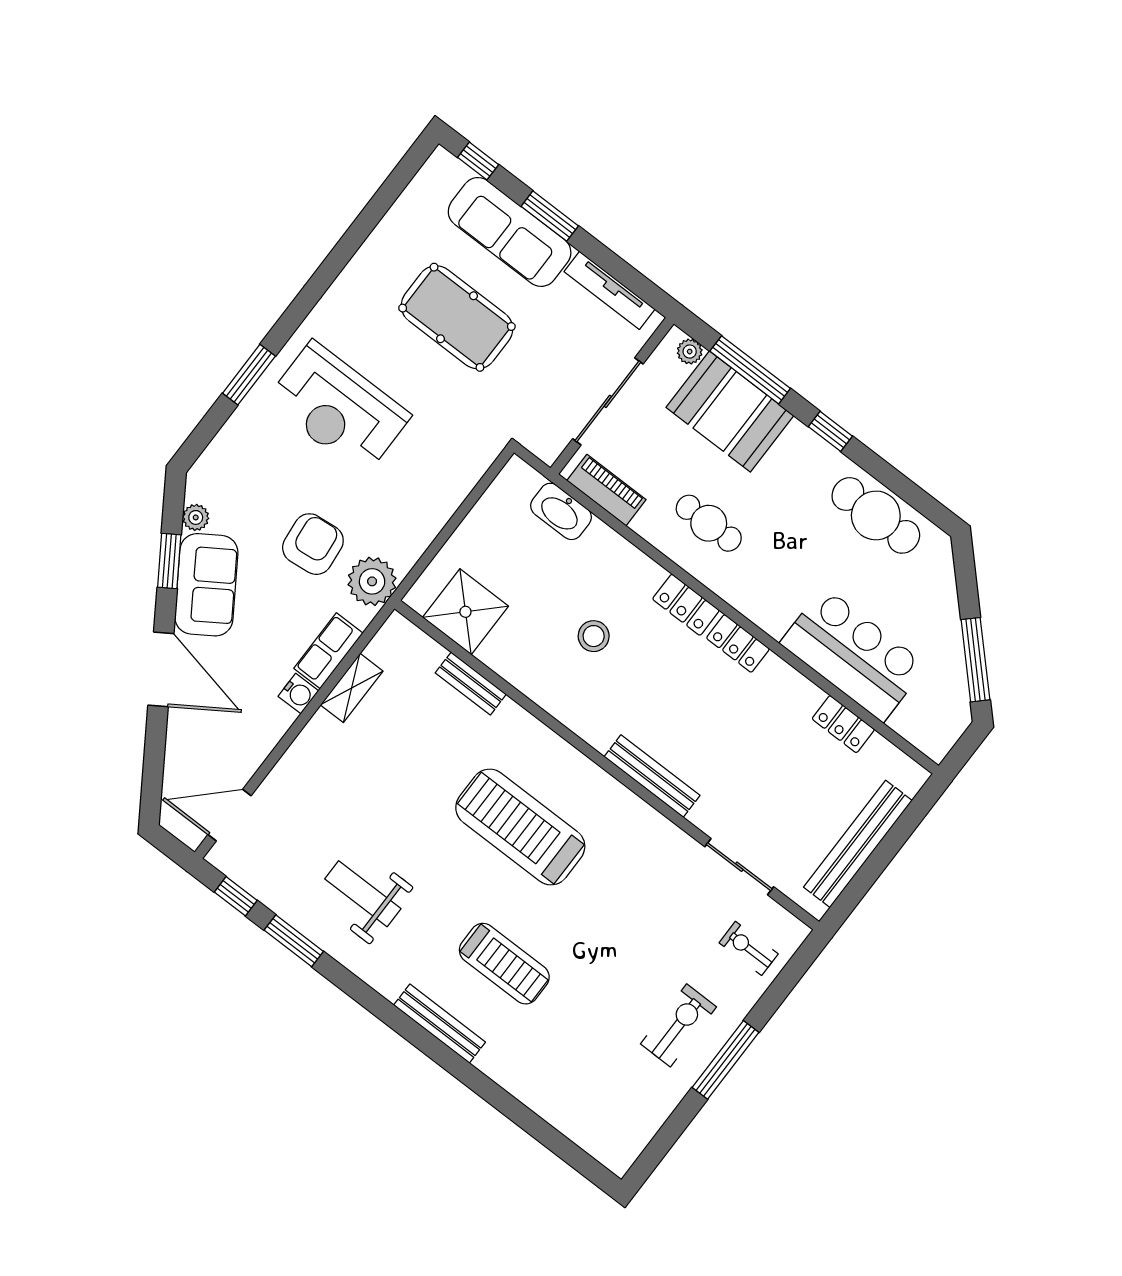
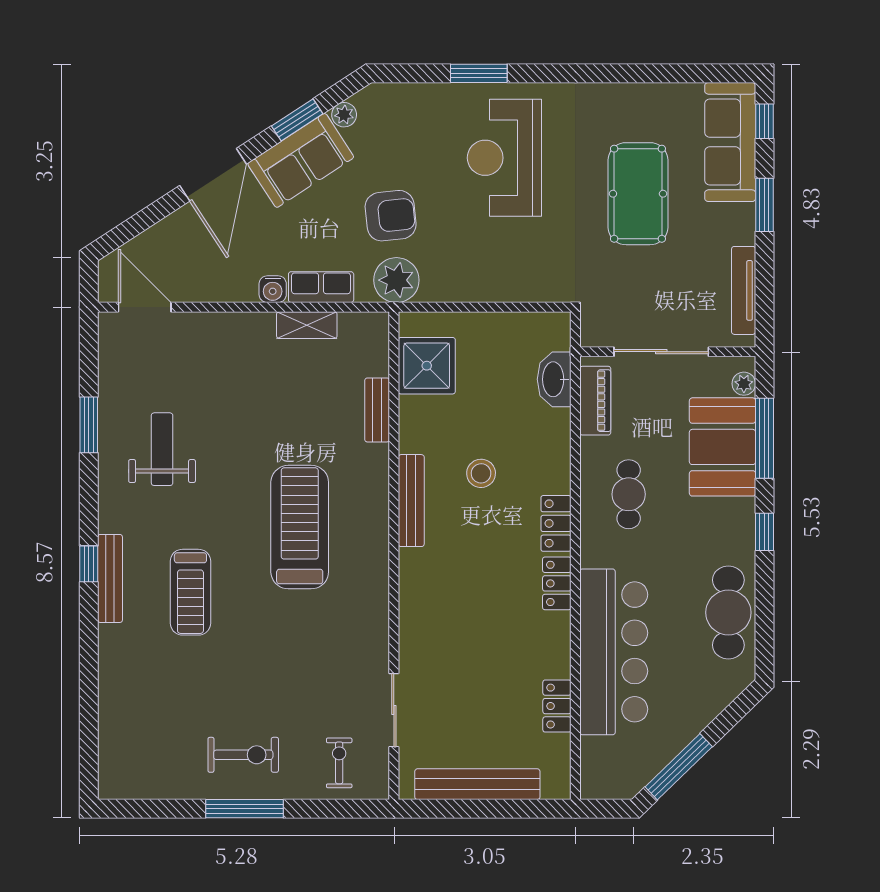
sofa: (510, 232) -> (730, 142), moved
bar counter: (853, 654) -> (614, 652), width x1.36
bench: (652, 776) -> (411, 501), moved
window: (236, 896) -> (89, 564), moved

